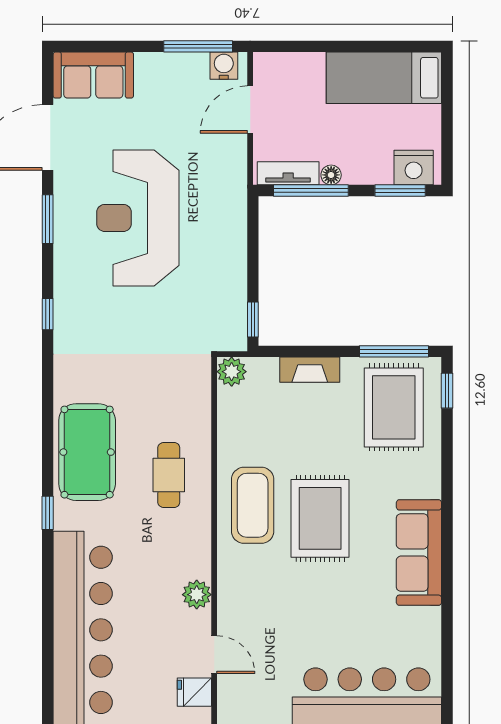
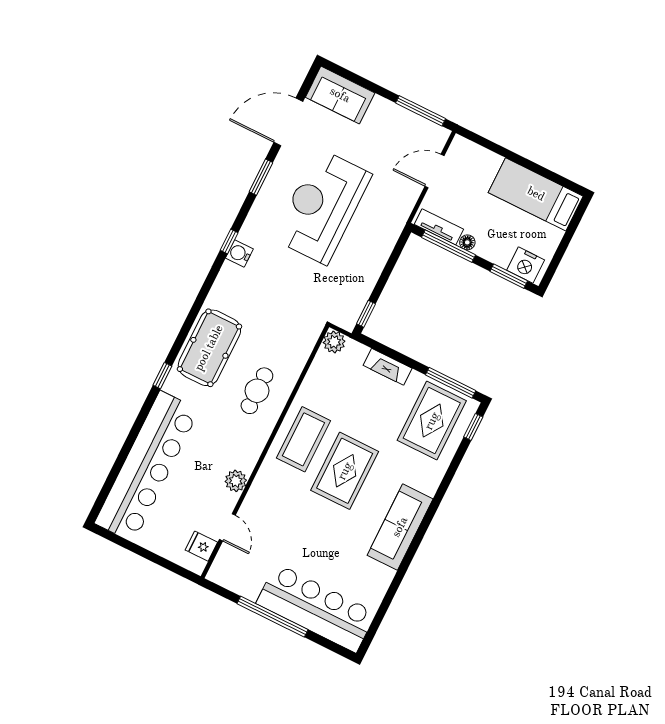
water cooler: (224, 66) -> (239, 253), moved, turned -90

